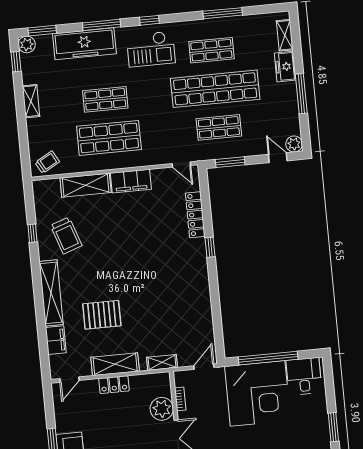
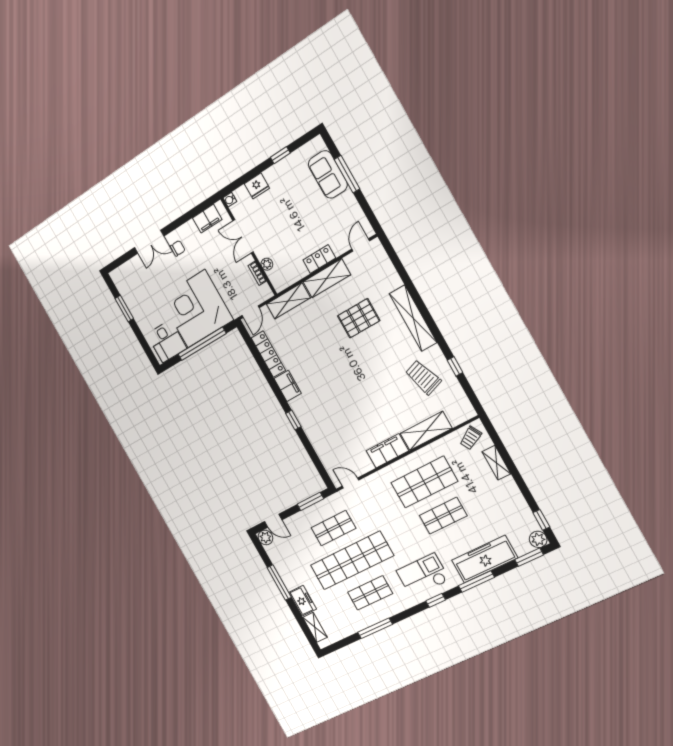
shelving: (31, 101) -> (496, 463), moved
locker: (195, 215) -> (268, 354), moved
filing cabinet: (56, 340) -> (288, 386), moved, turned 180
shelving: (162, 362) -> (288, 301), width x1.50, depth x1.33
plant: (162, 409) -> (267, 264), width x0.53, depth x0.53

